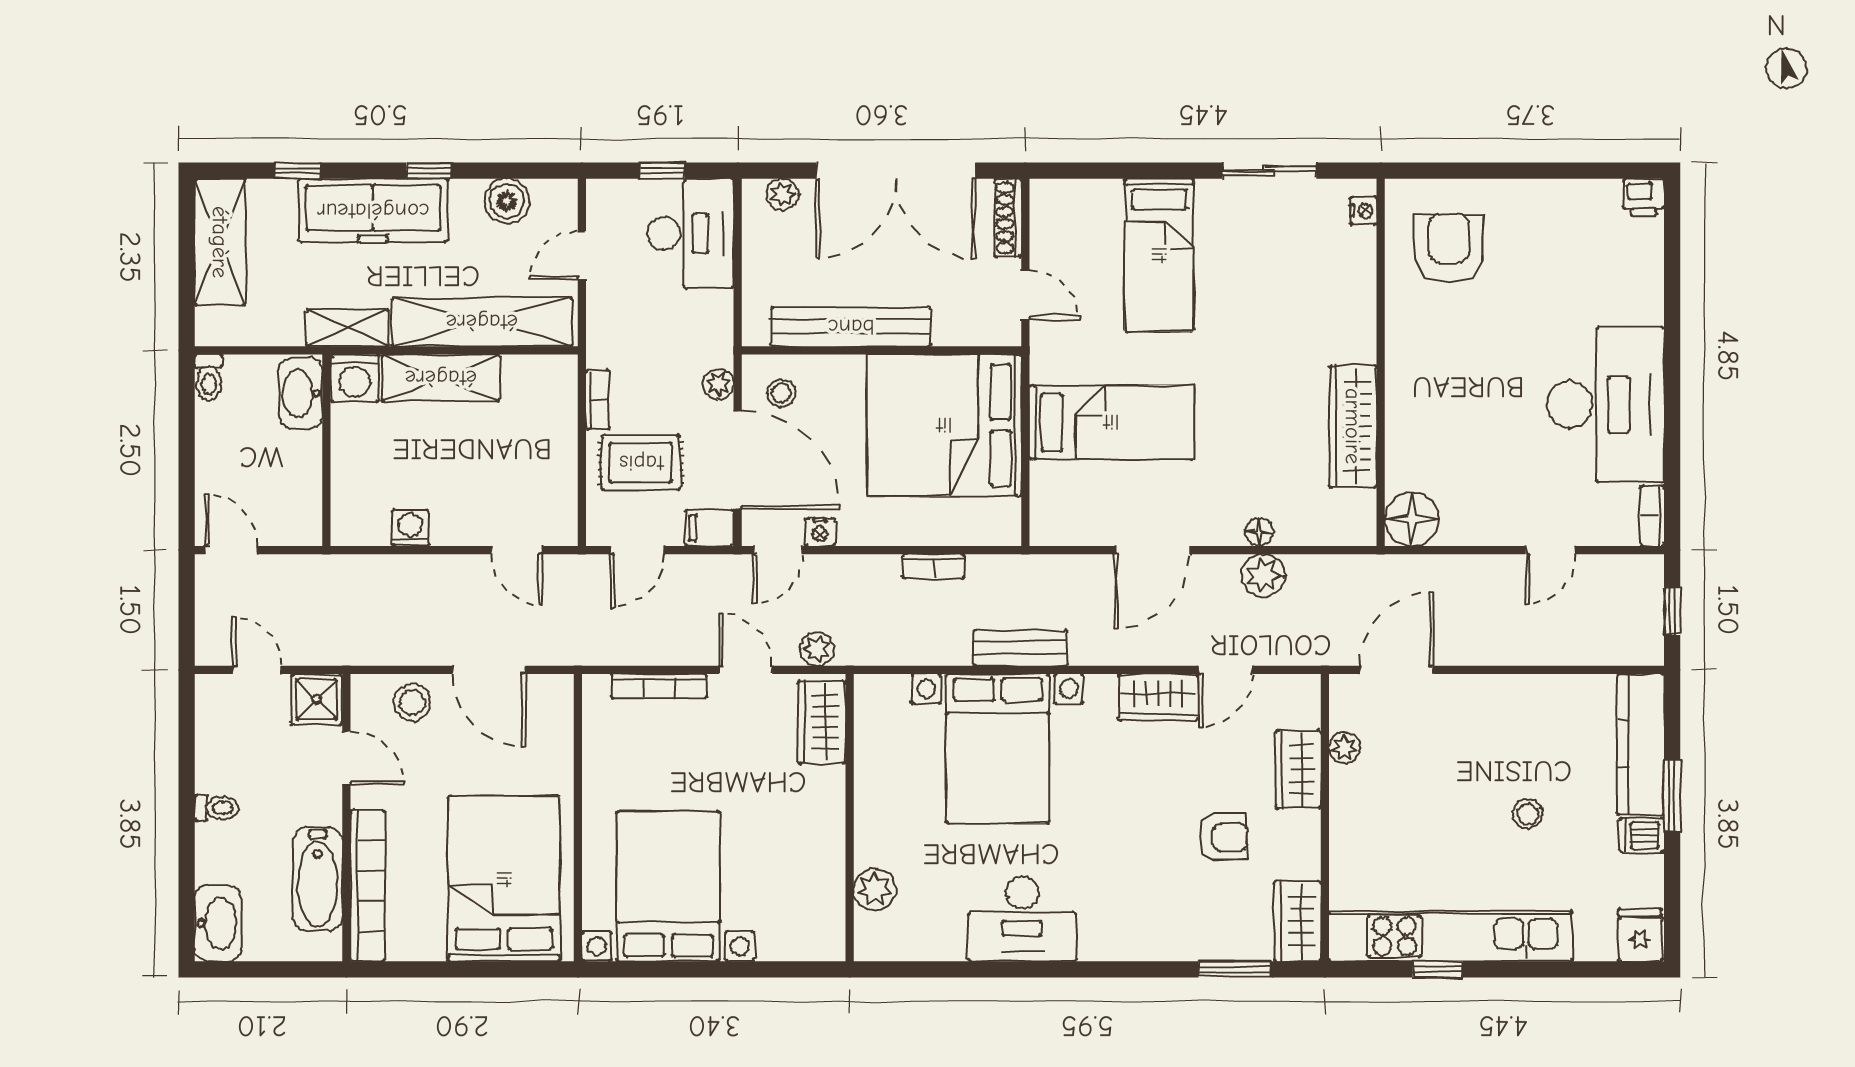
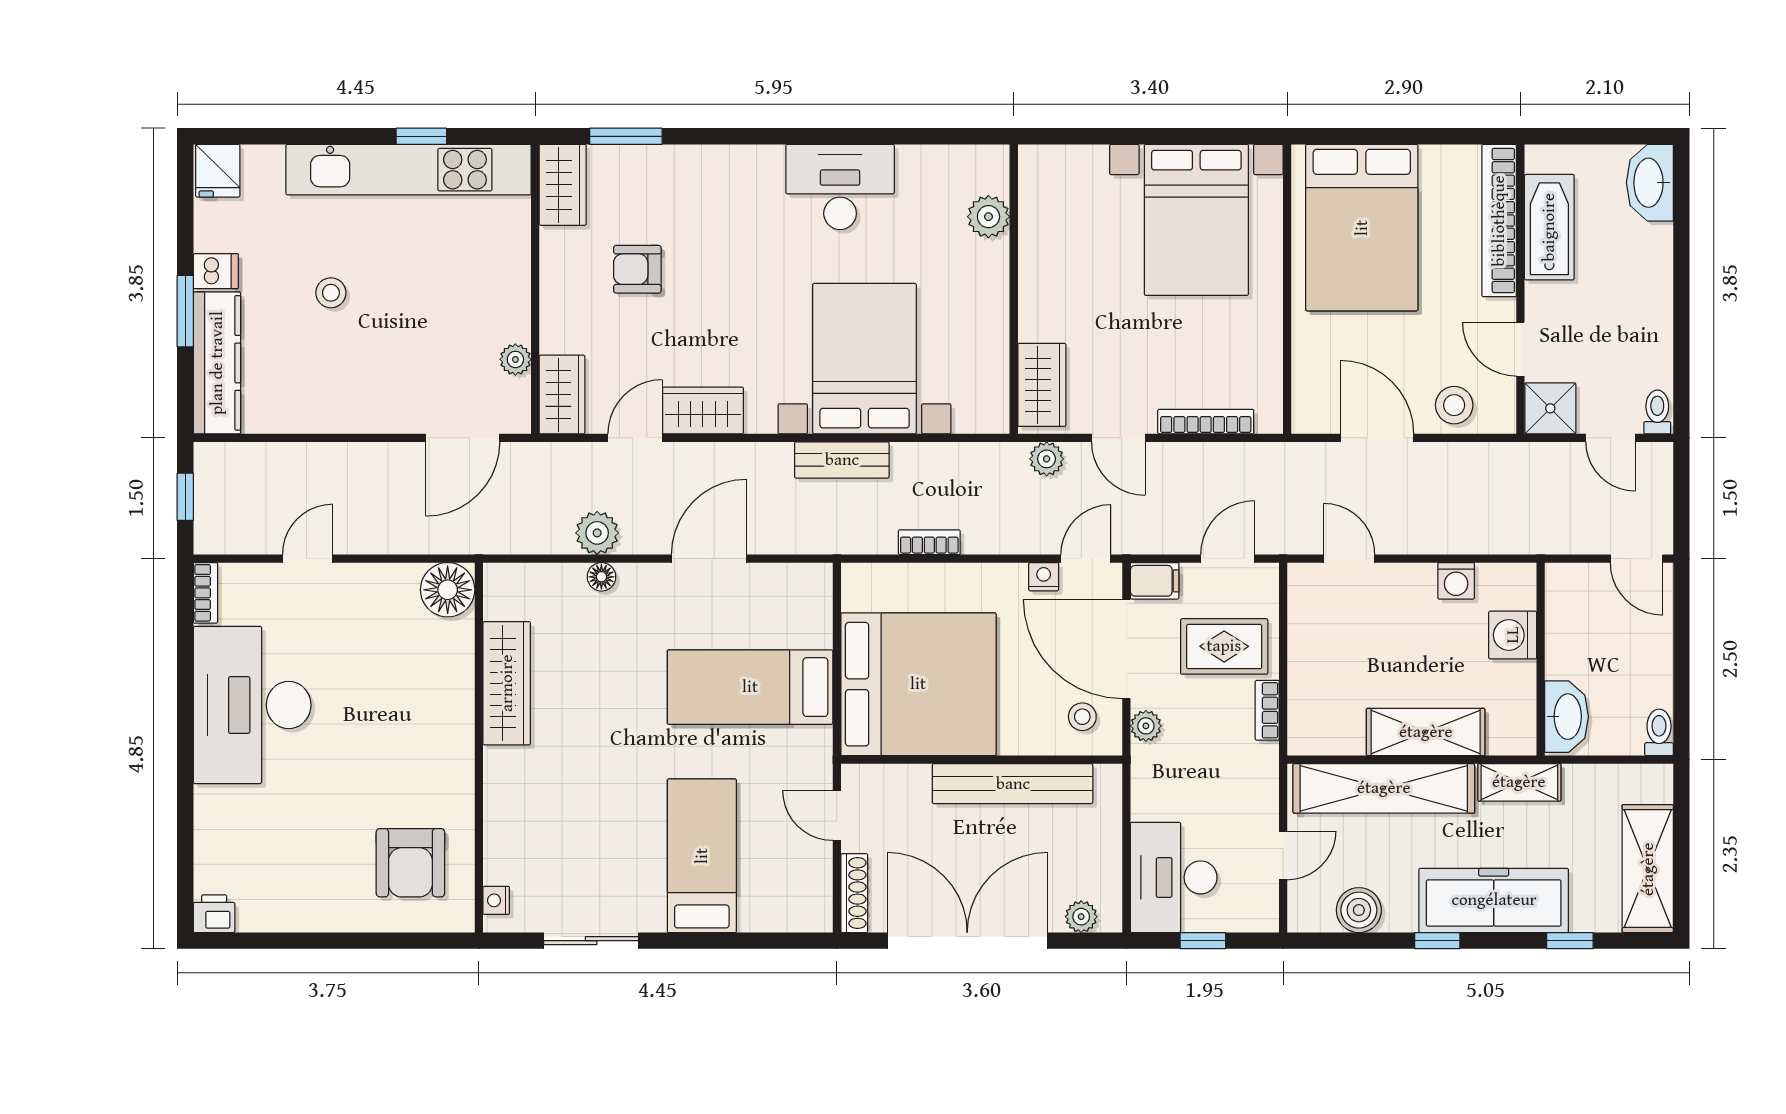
washing machine: (355, 378) -> (1513, 635), moved, turned -90
wardrobe: (1298, 769) -> (562, 395), moved
toilet: (216, 808) -> (1657, 412), moved, turned 90

